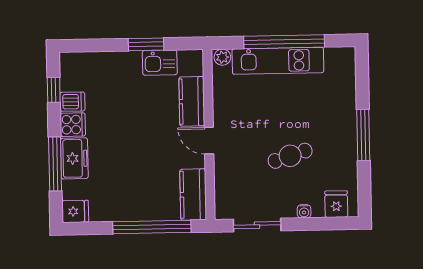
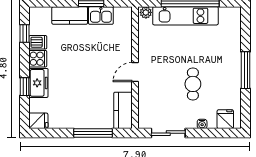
kitchen counter: (192, 101) -> (70, 15), moved, turned -90
door: (209, 141) -> (135, 72), hinge flipped
cafe table: (290, 156) -> (193, 84), turned -72
window: (55, 164) -> (25, 87), width x0.46
window: (152, 227) -> (93, 133), width x0.68

